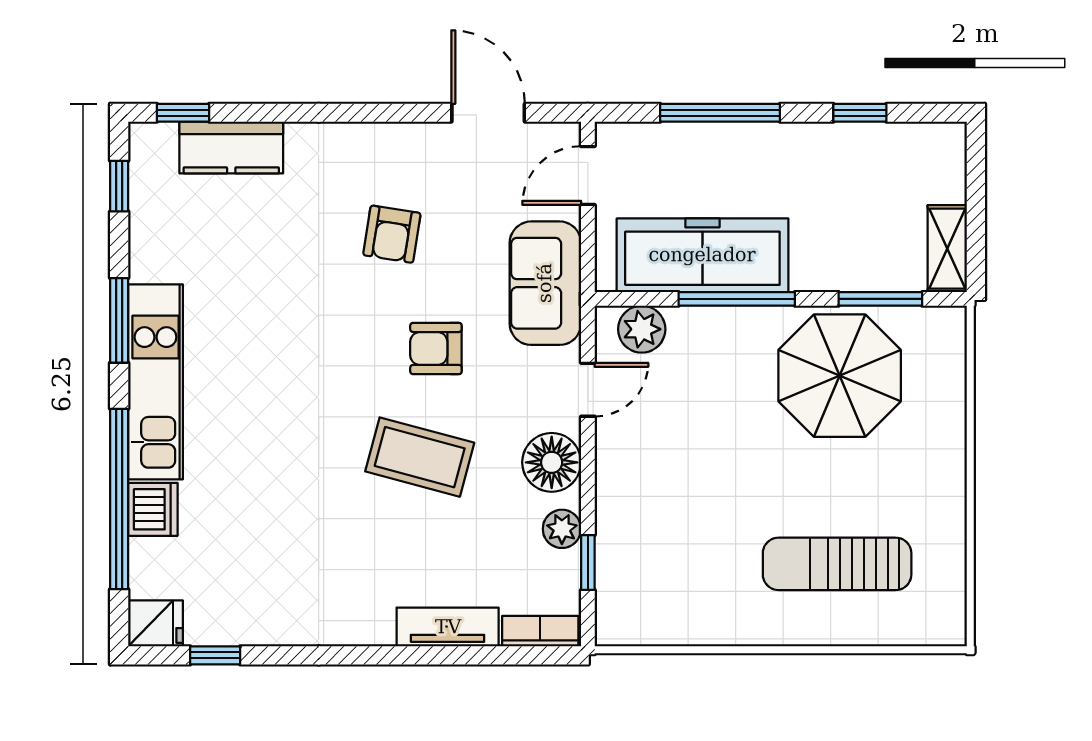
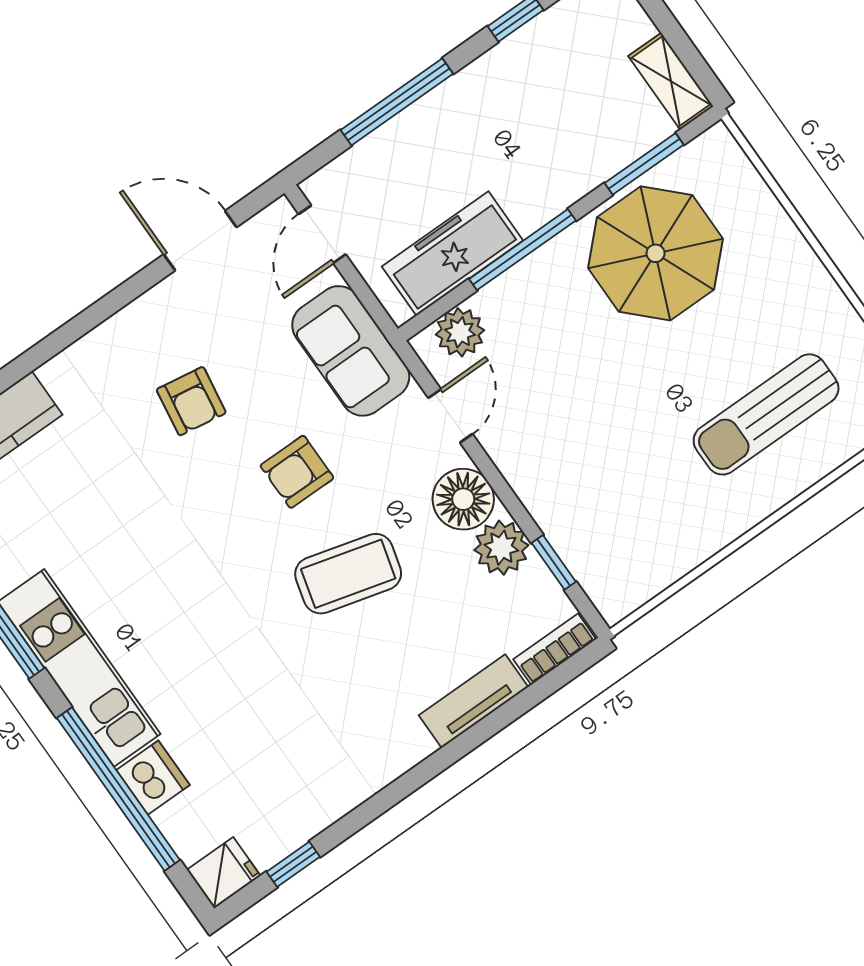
freezer: (702, 255) -> (452, 254), width x0.73, depth x0.79
plant: (562, 529) -> (501, 548), width x1.38, depth x1.38

